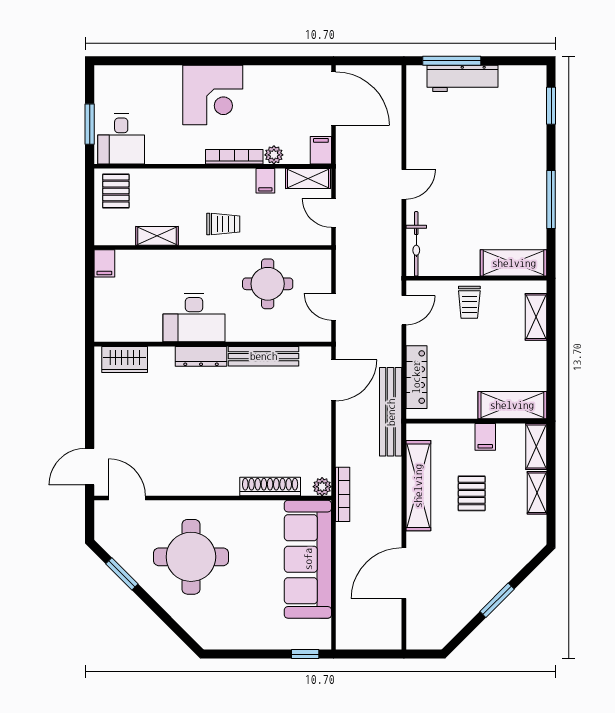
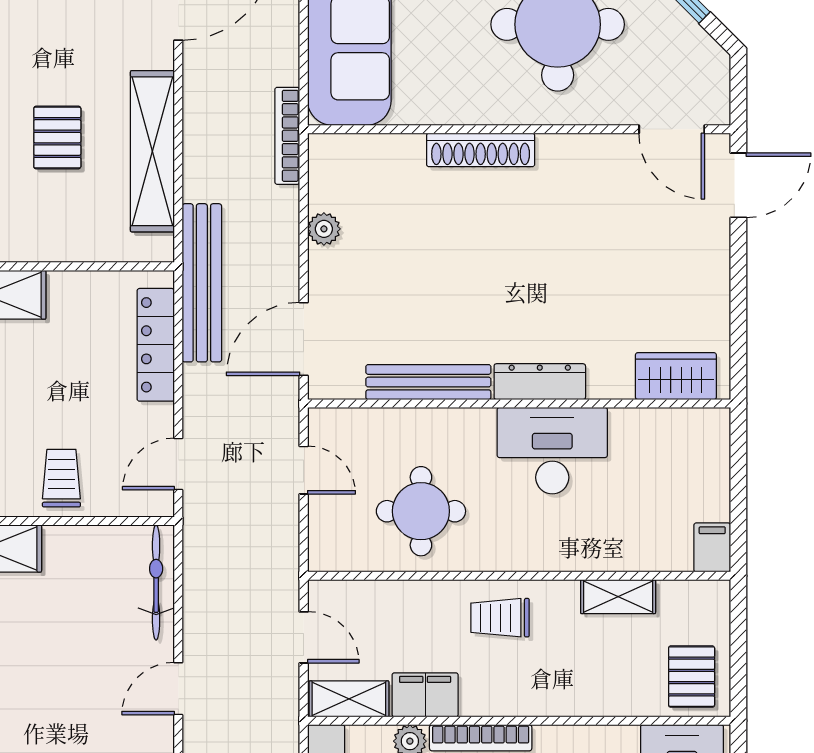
filing cabinet: (265, 181) -> (425, 695), width x2.00
filing cabinet: (485, 437) -> (33, 238), removed
shoe rack: (270, 486) -> (481, 150), moved
plant: (322, 487) -> (324, 229), moved

